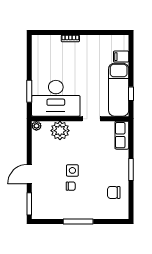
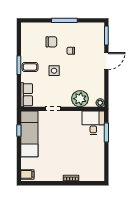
filing cabinet: (121, 57) -> (27, 174), moved
desk: (56, 98) -> (93, 123), width x0.53, depth x0.77
coffee table: (118, 167) -> (30, 67), added
side table: (72, 170) -> (54, 71), moved
chair: (114, 192) -> (51, 42), moved

